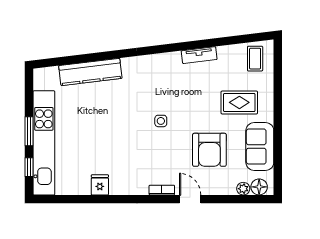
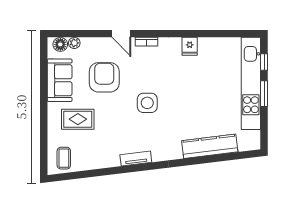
tv unit: (199, 55) -> (136, 158), moved
side table: (161, 121) -> (147, 103), width x1.87, depth x1.87
fridge: (100, 185) -> (190, 46), moved

